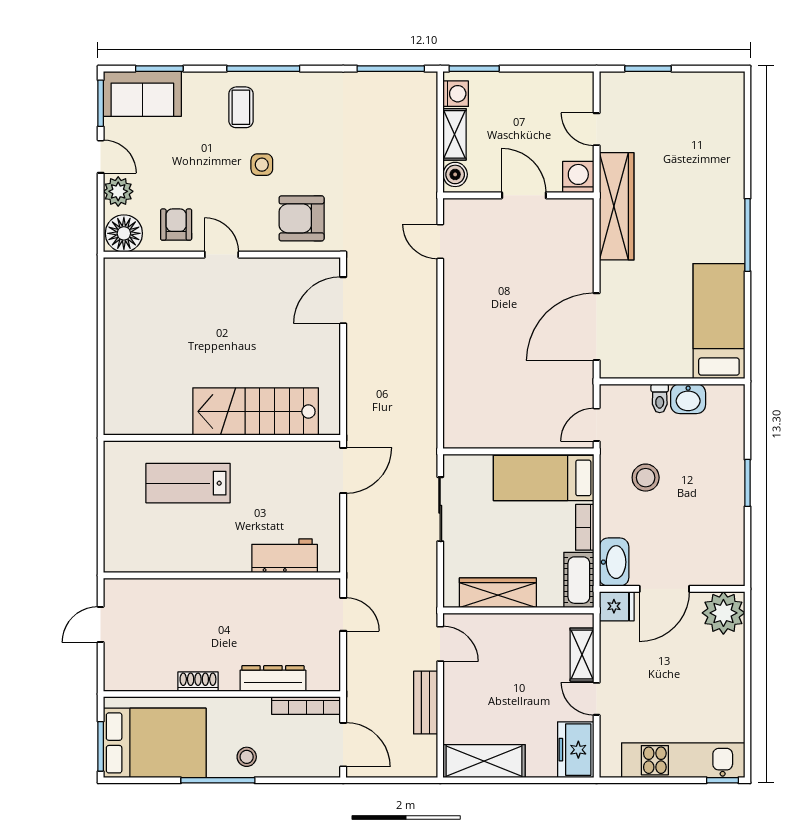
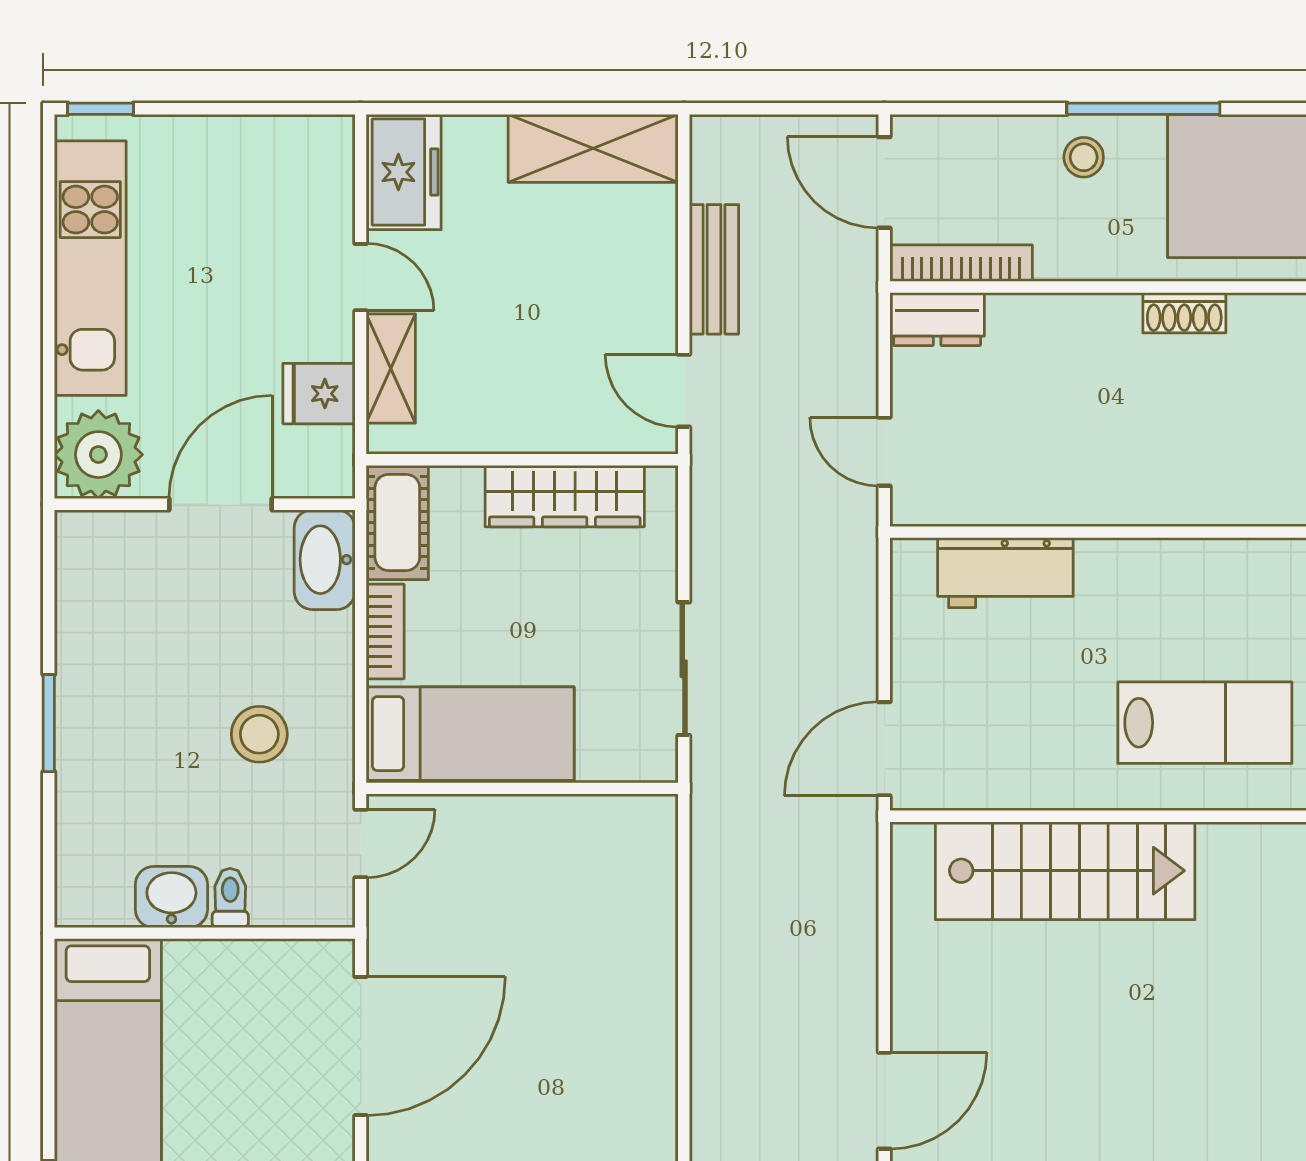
fridge: (617, 606) -> (319, 394), moved
dresser: (273, 678) -> (937, 319), moved, width x0.70
kitchen unit: (683, 760) -> (90, 268), moved, turned -90

